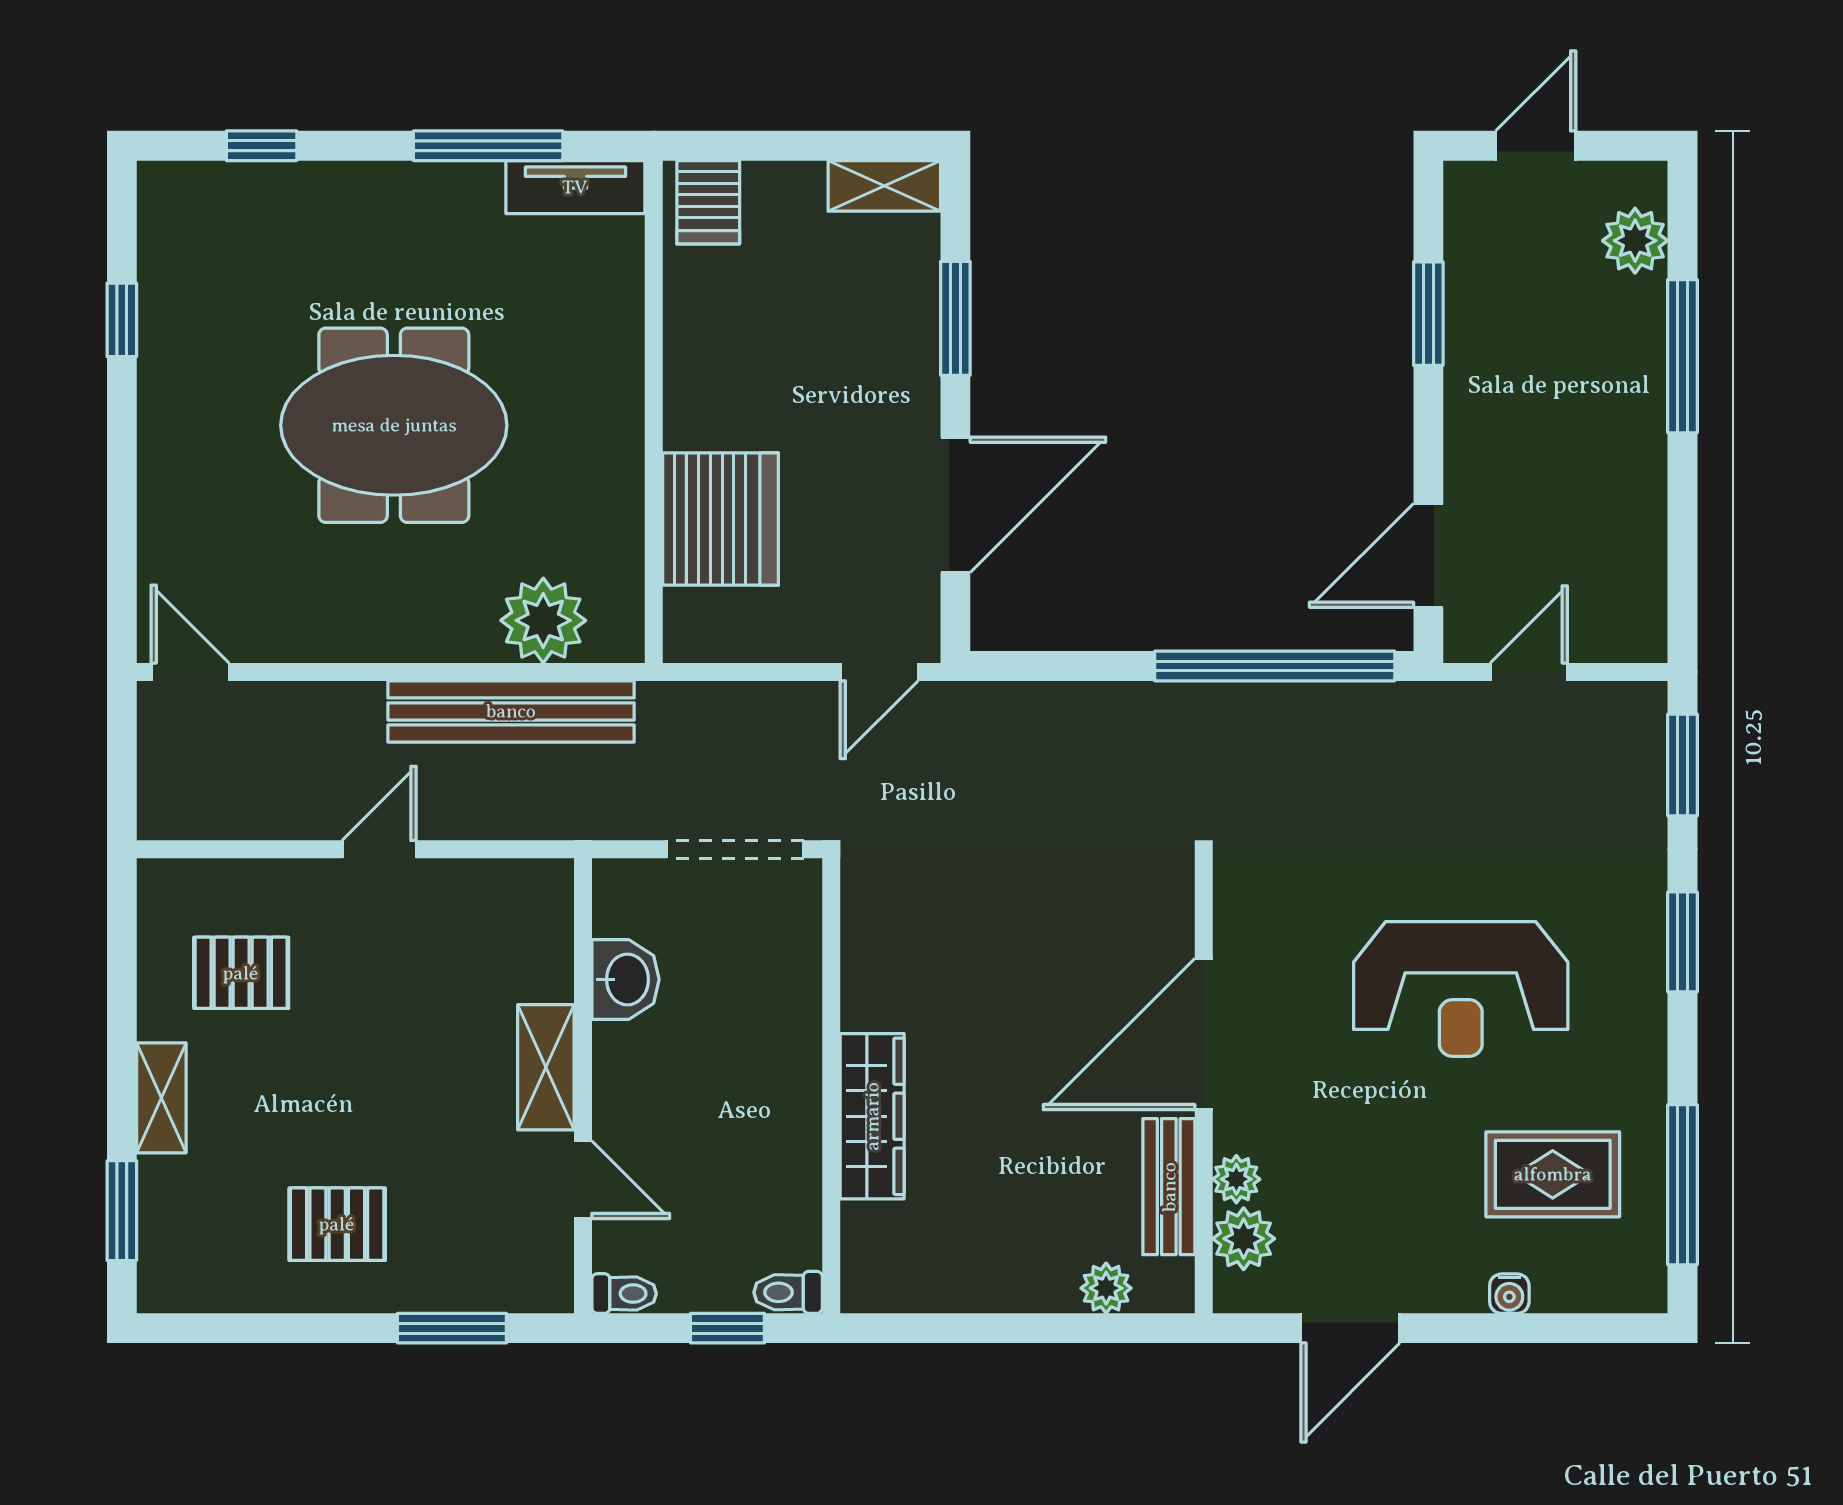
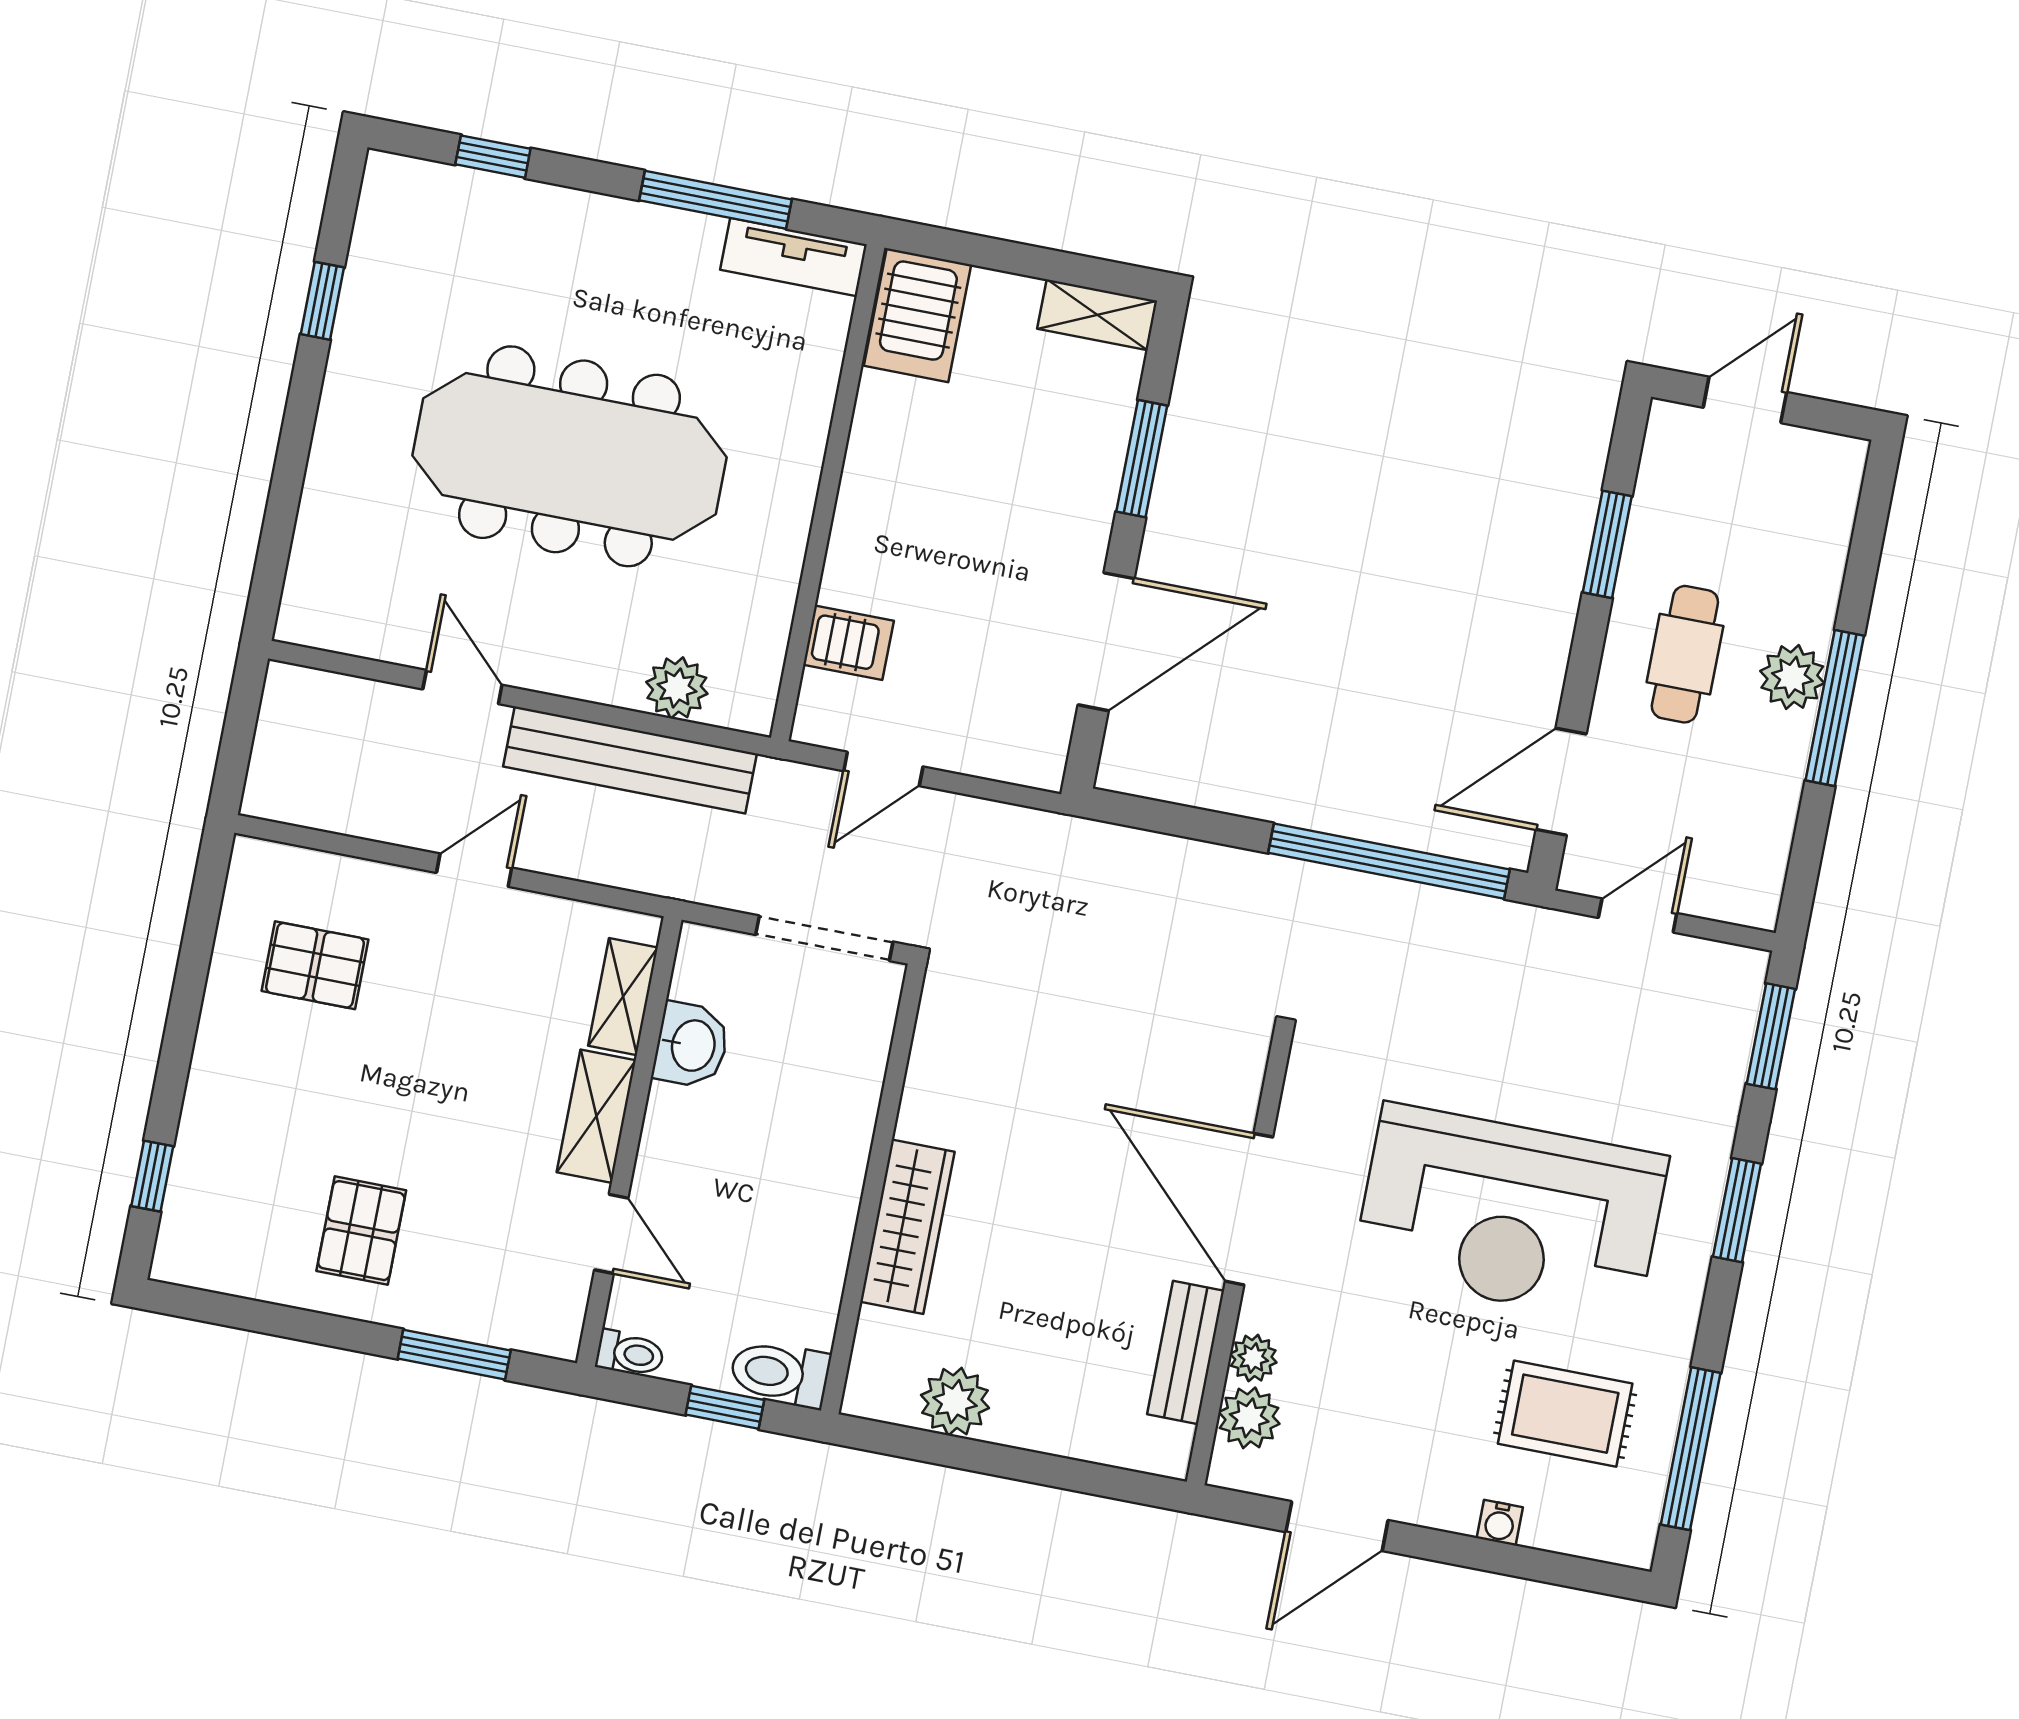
server rack: (708, 202) -> (917, 315), width x1.36, depth x1.44
plant: (1635, 241) -> (1792, 677), moved
window: (1683, 356) -> (1835, 708), moved
cafe table: (1525, 407) -> (1685, 654), added
meeting table: (394, 425) -> (570, 456), width x1.36
server rack: (721, 519) -> (848, 643), width x0.46, depth x0.70
plant: (543, 620) -> (677, 688), width x0.73, depth x0.73
door: (190, 672) -> (462, 687), moved
door: (879, 672) -> (883, 769), moved
reception desk: (1461, 989) -> (1510, 1214), width x1.36, depth x1.30
door: (1204, 1034) -> (1249, 1209), hinge flipped
shelving: (161, 1098) -> (623, 997), moved
window: (122, 1211) -> (152, 1176), width x0.67
pallet: (337, 1224) -> (361, 1231), turned 90
plant: (1106, 1288) -> (955, 1402), moved, width x1.38, depth x1.38
toilet: (788, 1292) -> (780, 1373), width x1.37, depth x1.39

